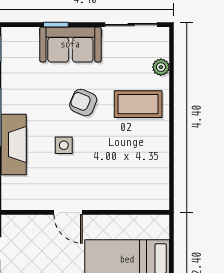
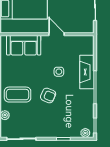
plant: (16, 35) -> (85, 133), added
sofa: (70, 44) -> (24, 45), moved, turned 180

